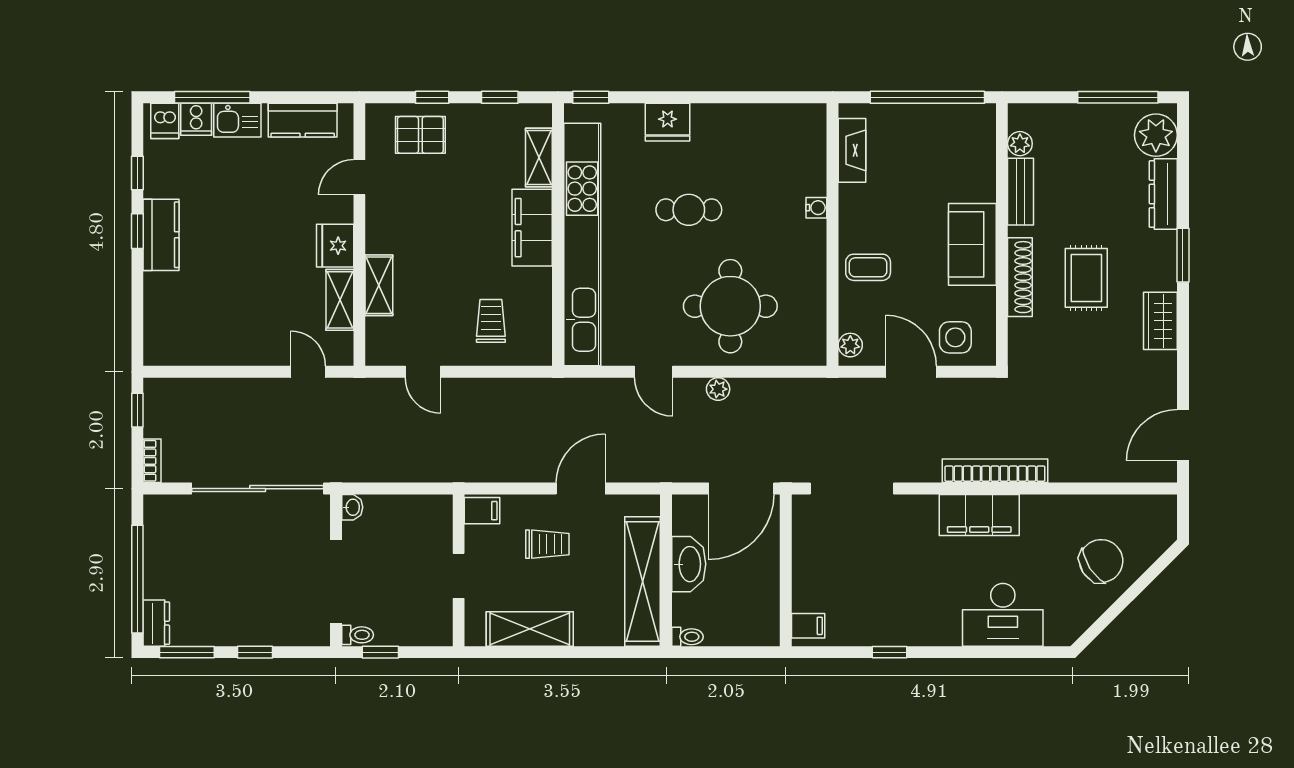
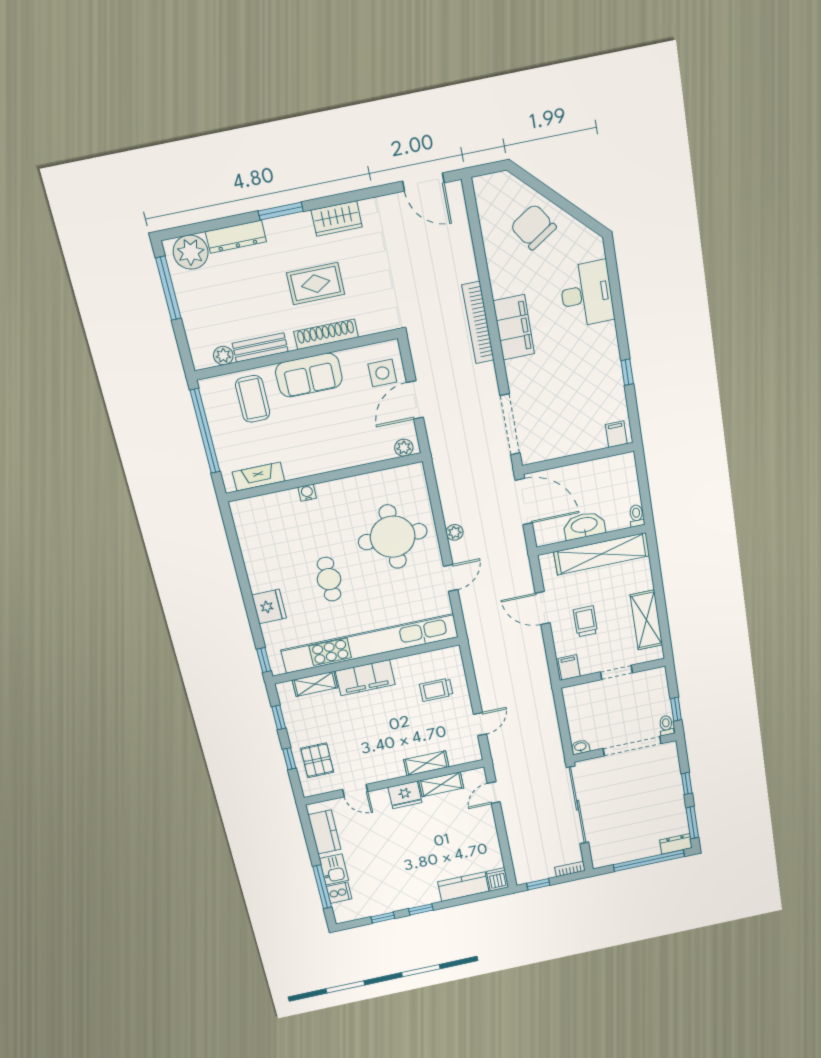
dishwasher: (165, 121) -> (498, 879), moved, turned -90
kitchen counter: (161, 235) -> (463, 887), moved
coffee table: (868, 267) -> (253, 399), moved, width x1.36, depth x1.30

